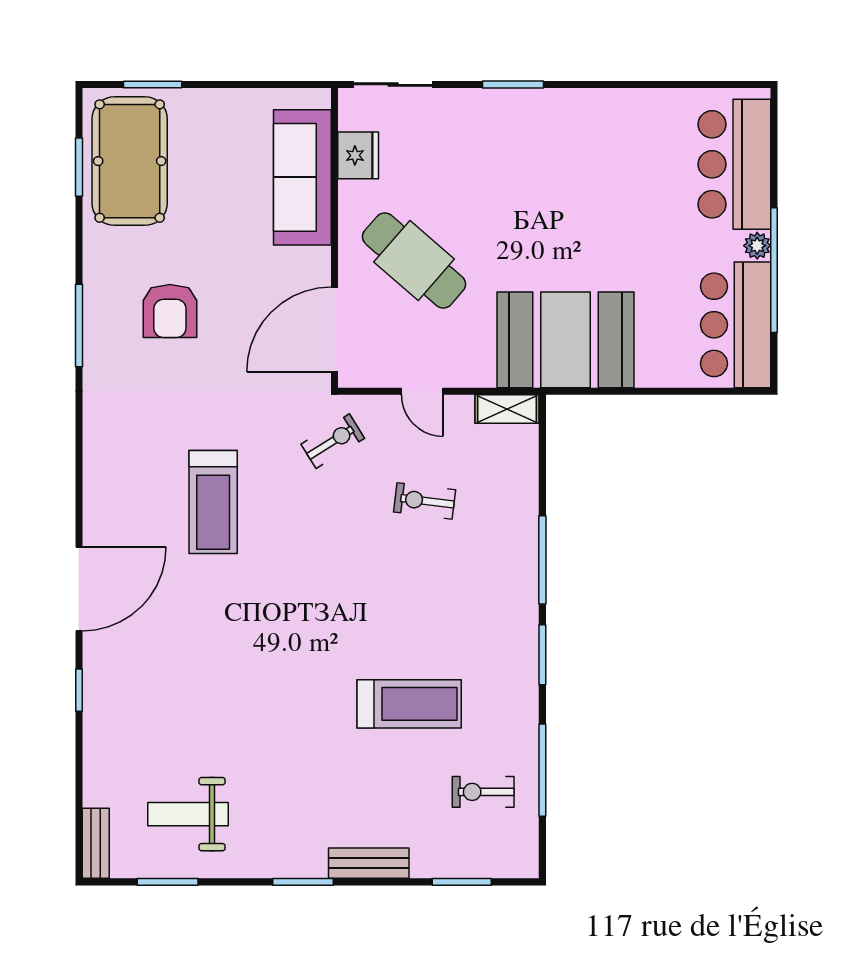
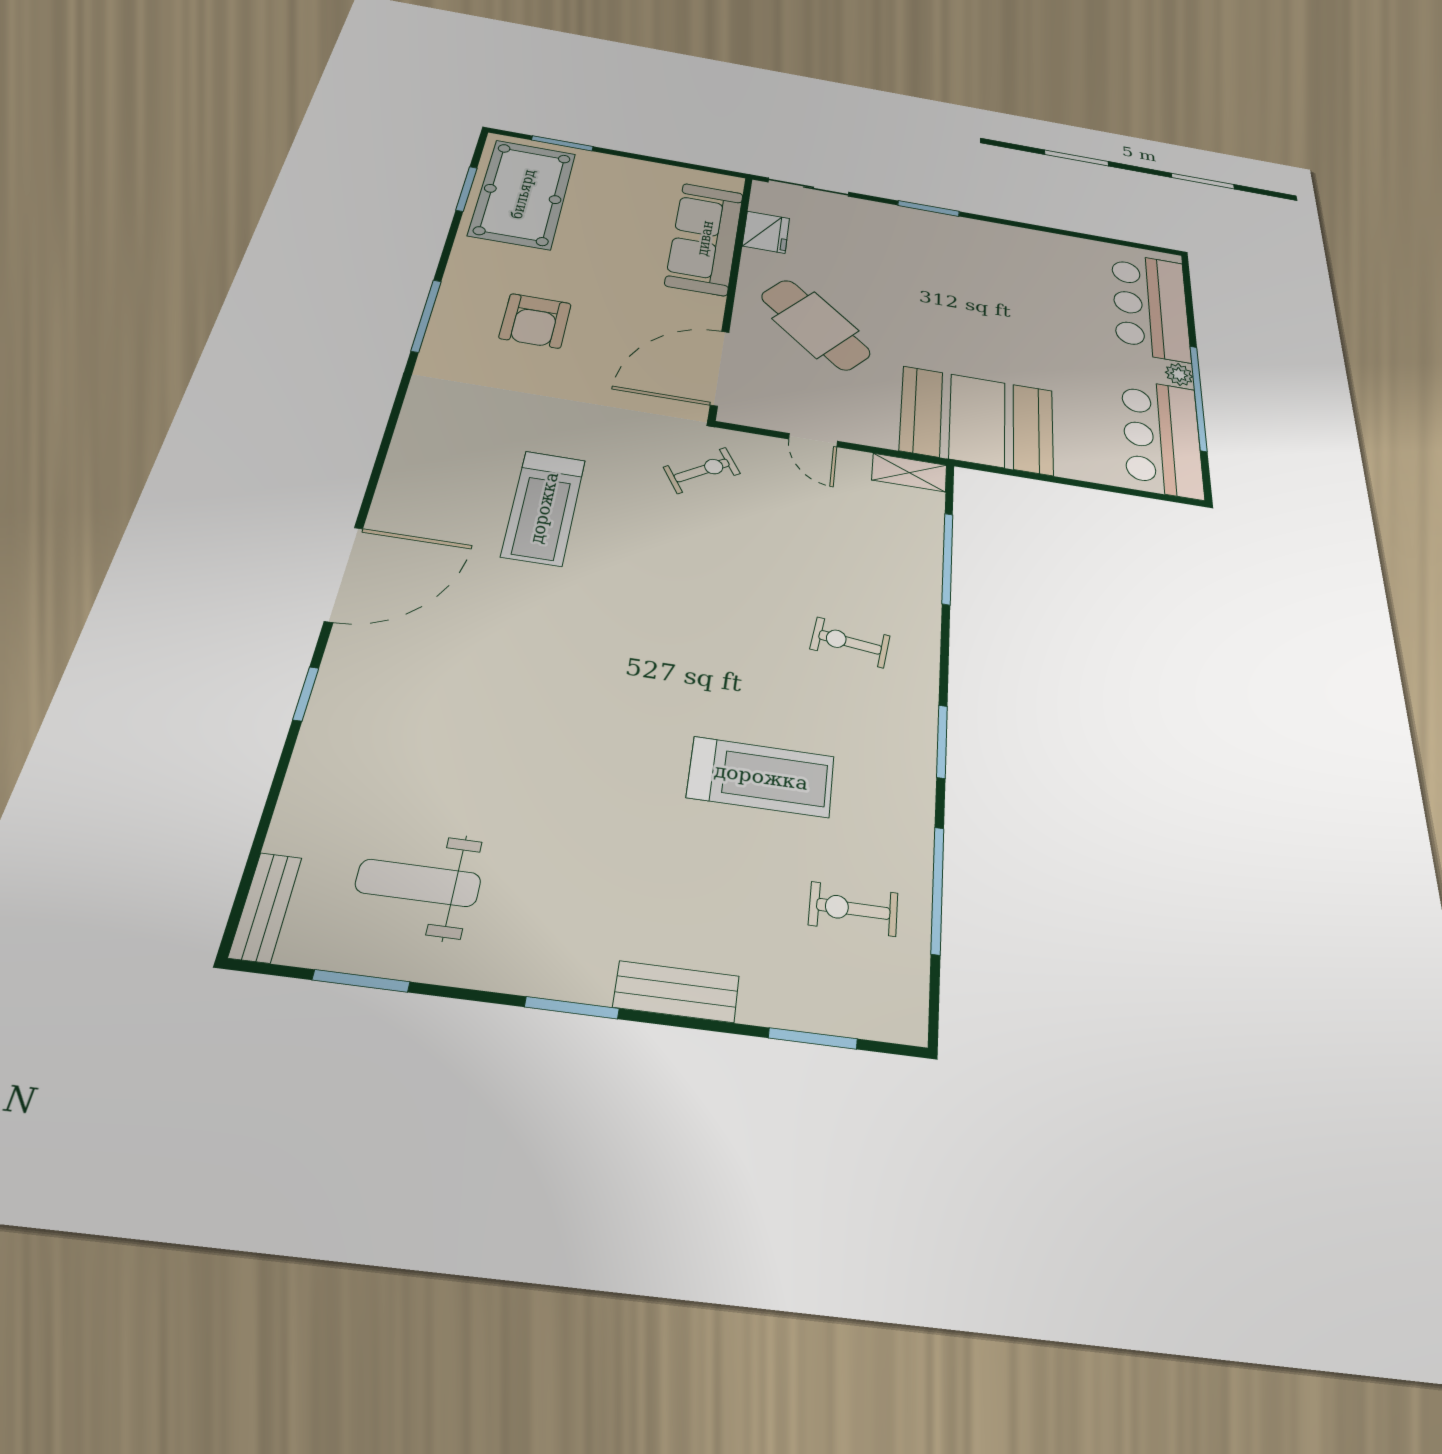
exercise bike: (425, 501) -> (850, 642), moved
window: (542, 560) -> (947, 558), moved

